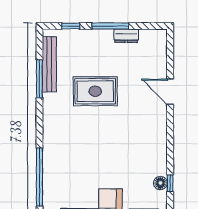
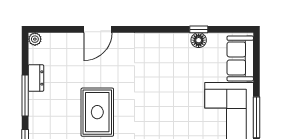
plant: (161, 35) -> (35, 39), added

